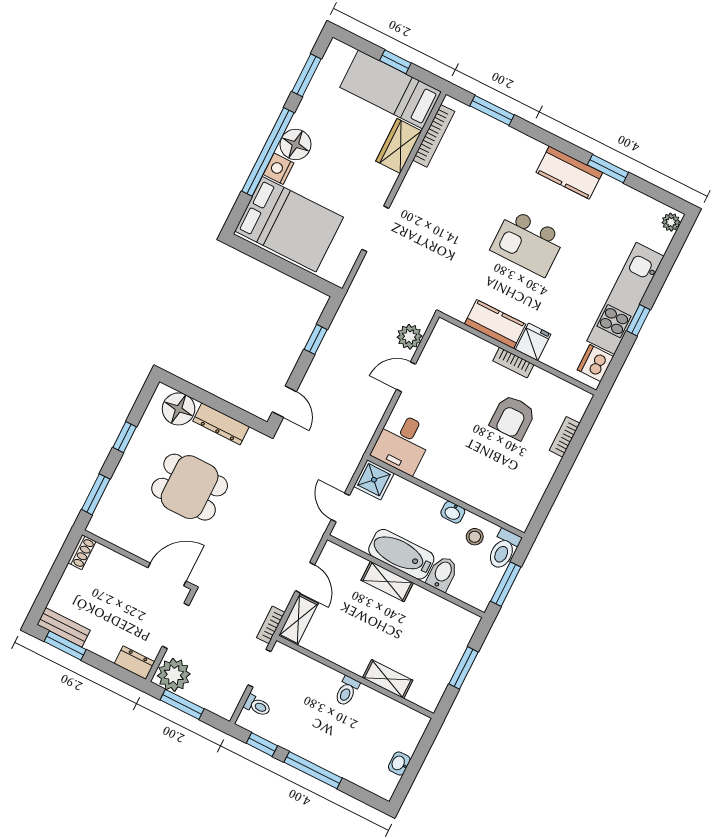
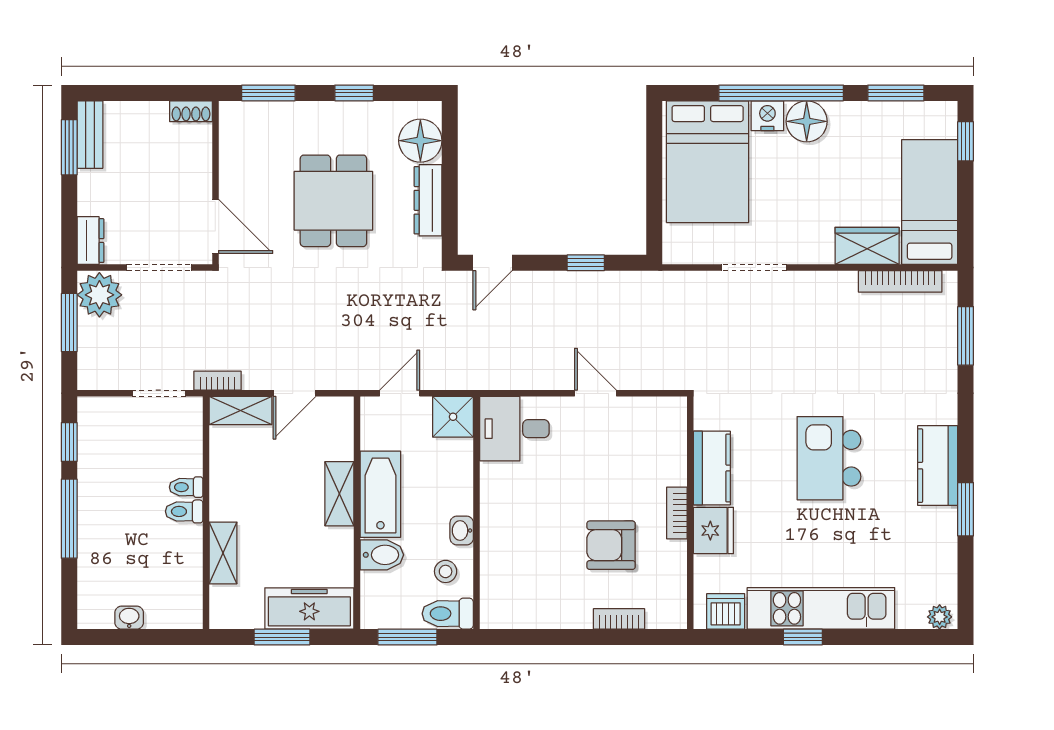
window: (395, 62) -> (966, 141), moved
plant: (410, 337) -> (646, 373), removed
fridge: (533, 342) -> (713, 531), width x1.38
freezer: (454, 640) -> (309, 608), added
toilet: (257, 706) -> (186, 487), moved, turned 90

